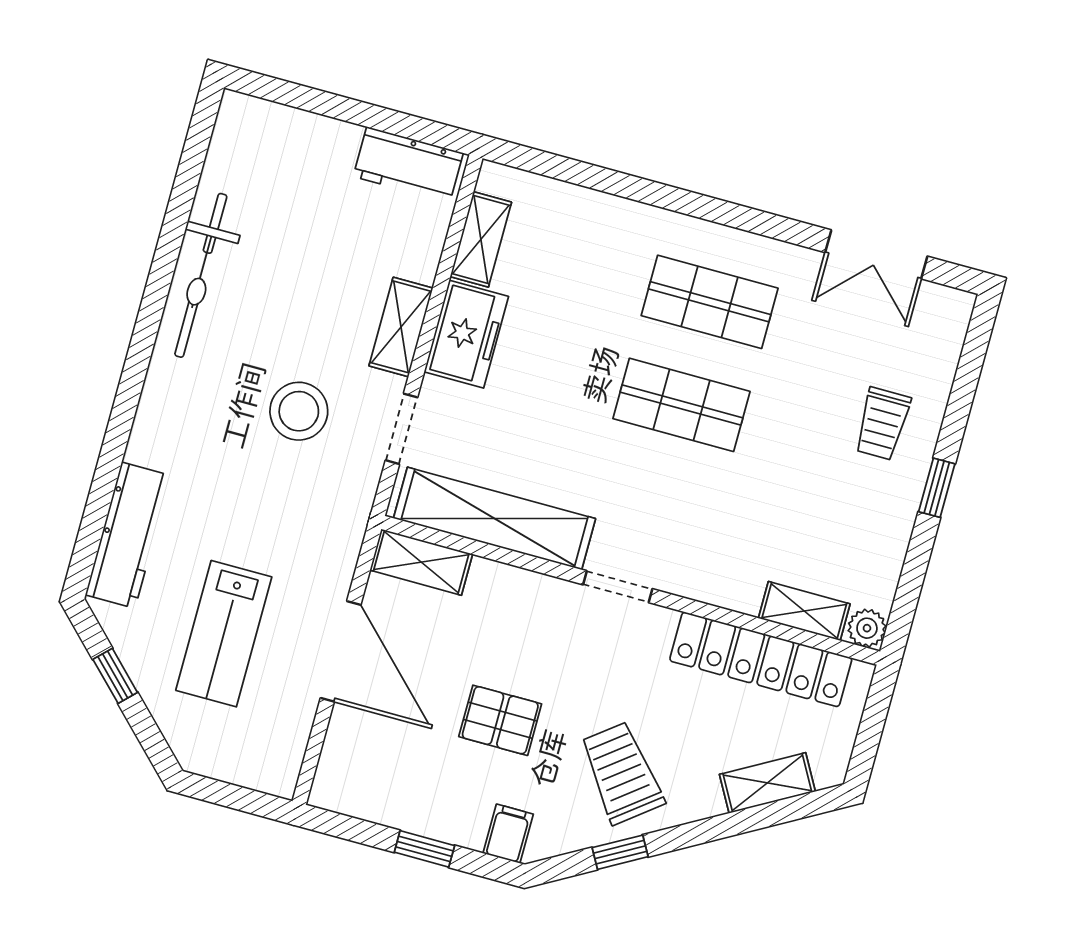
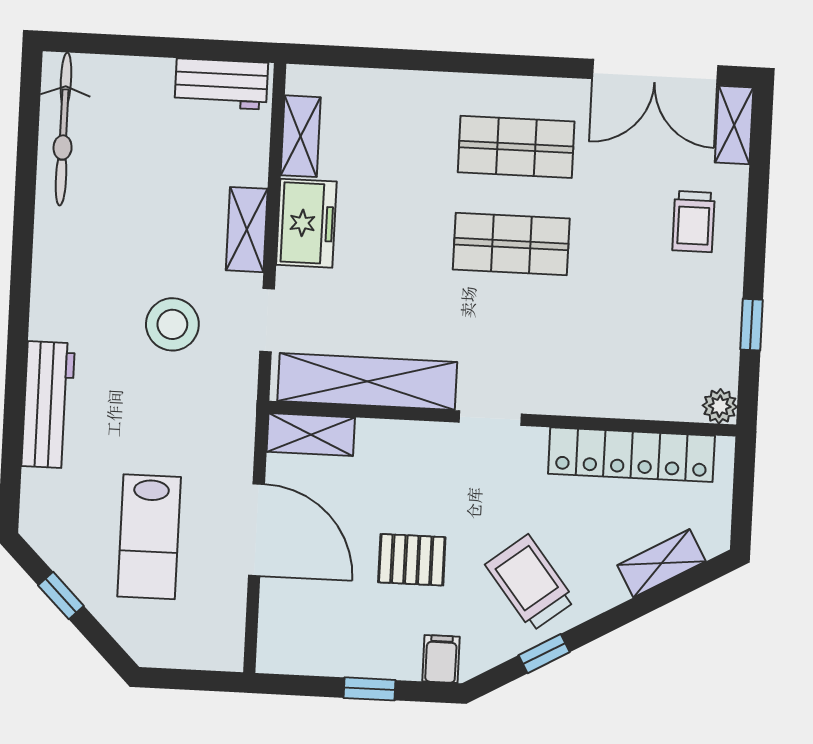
double door: (876, 254) -> (655, 72), width x1.37
bicycle: (201, 275) -> (63, 129), moved
window: (937, 488) -> (752, 325), moved
workbench: (128, 535) -> (48, 405), moved
shelving: (804, 611) -> (734, 125), moved, turned 90

